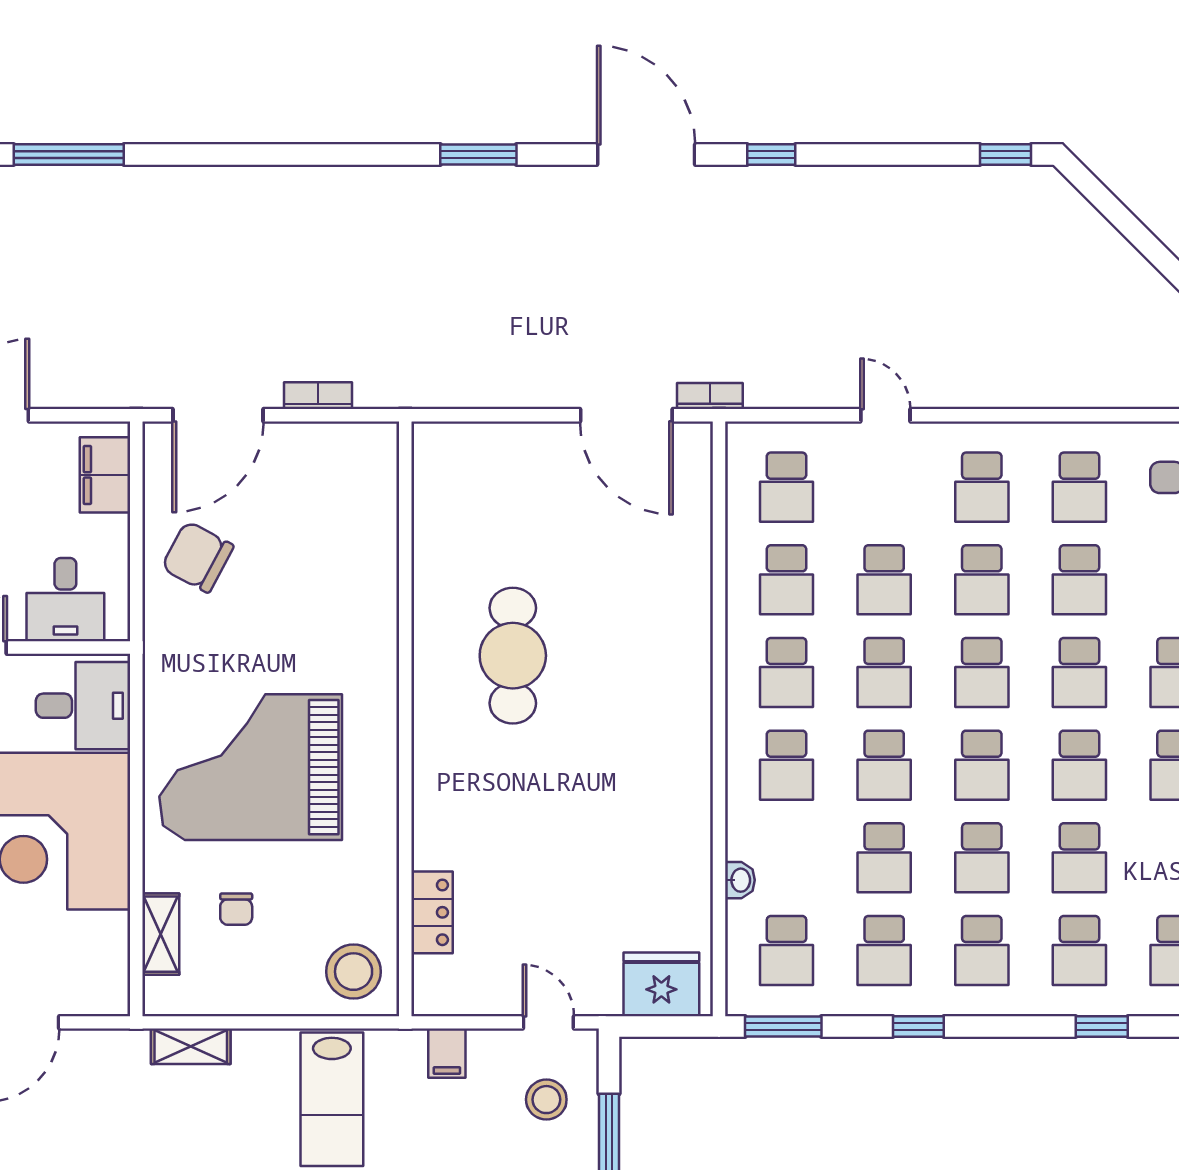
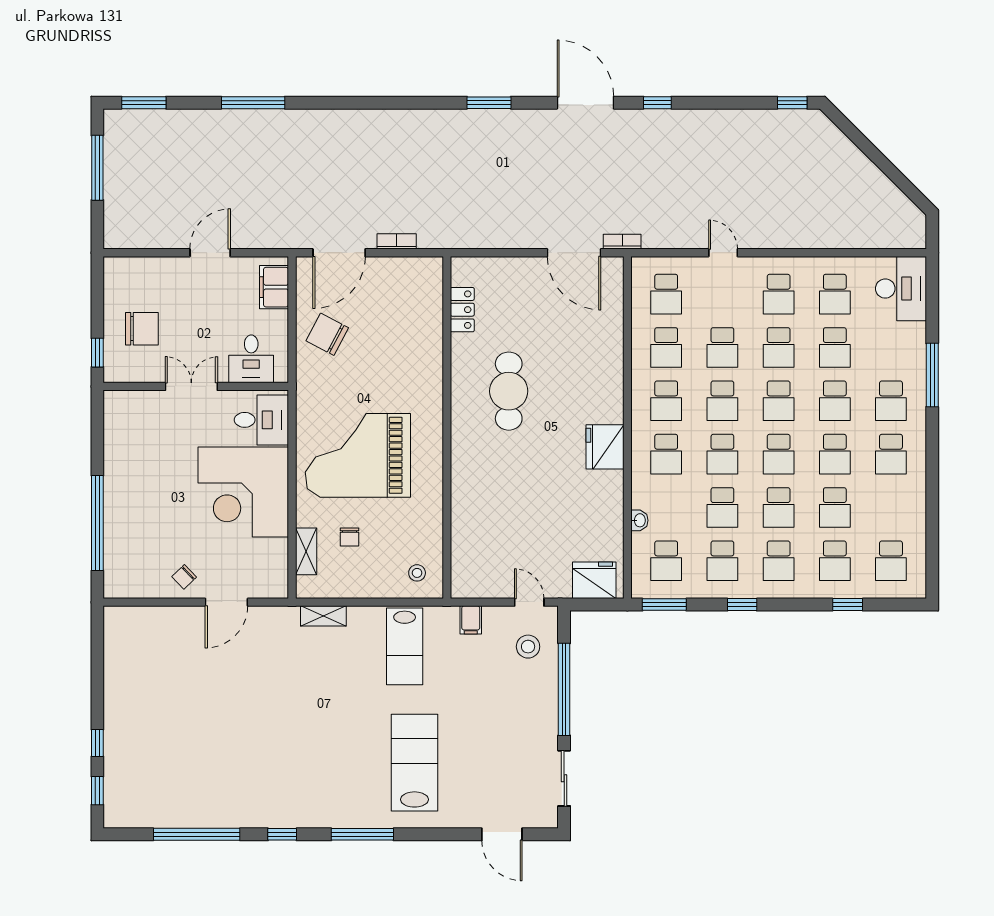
fridge: (680, 753) -> (605, 447), added
locker: (432, 912) -> (462, 310), moved
stool: (354, 972) -> (417, 573), width x0.53, depth x0.53

